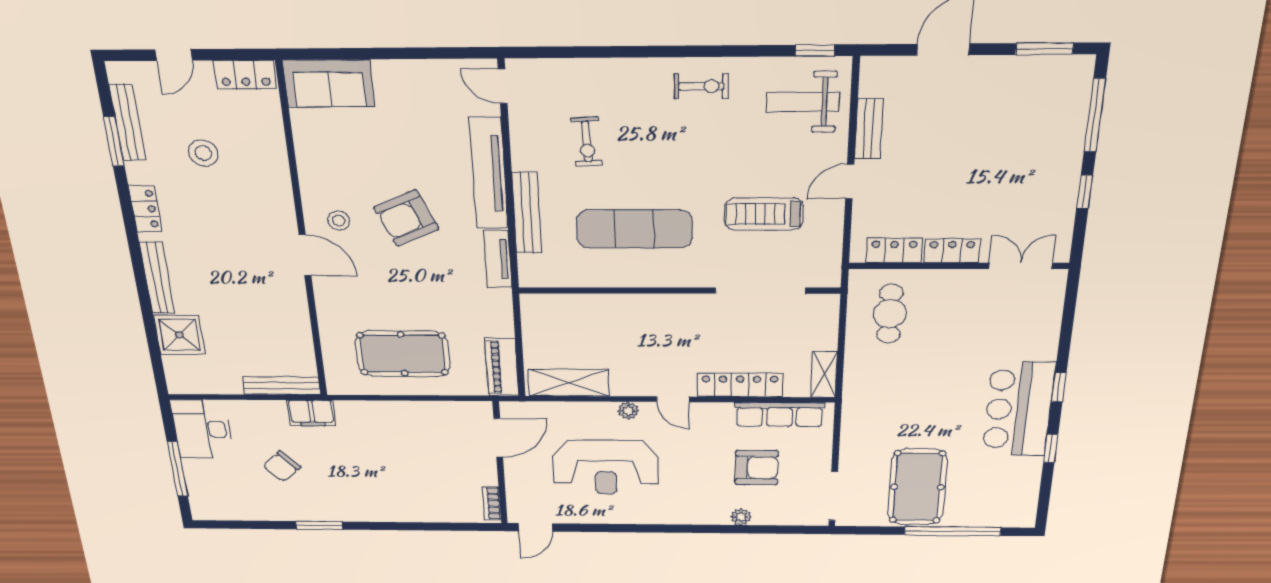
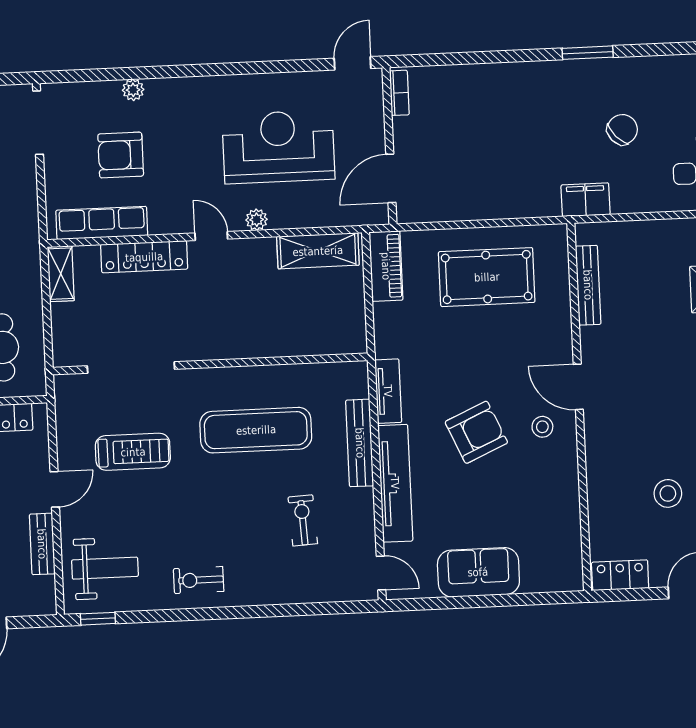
sofa: (329, 83) -> (478, 572), moved
bench: (281, 386) -> (588, 285), moved, turned 90

